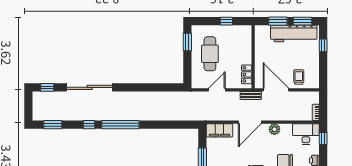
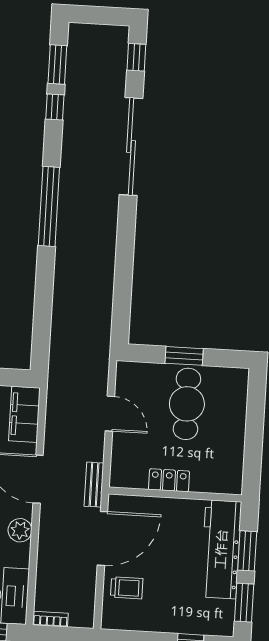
window: (226, 21) -> (254, 442), removed
workbench: (294, 34) -> (221, 549), moved
window: (187, 42) -> (184, 356), moved
cafe table: (210, 54) -> (187, 404), turned 90
locker: (247, 74) -> (169, 480), moved
window: (89, 125) -> (55, 107), moved

